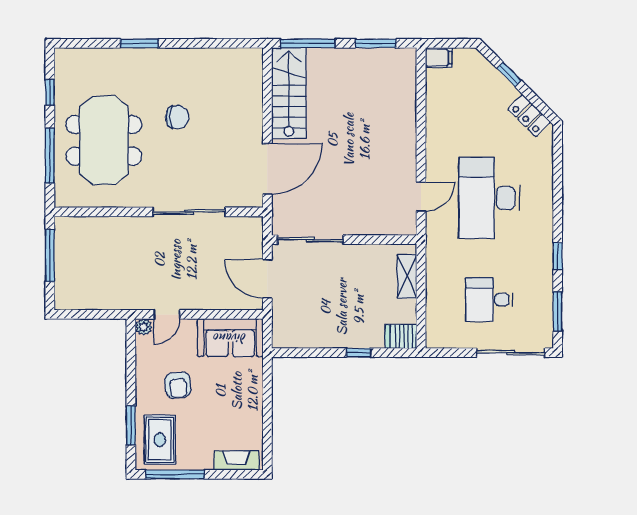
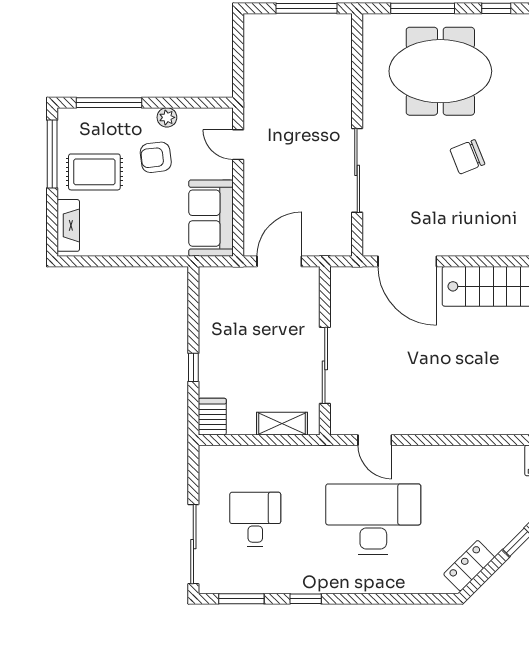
chair: (177, 117) -> (467, 157), turned 68
sliding door: (310, 240) -> (325, 365), moved
plant: (144, 327) -> (167, 117), moved
window: (131, 425) -> (109, 103), width x1.44
rug: (160, 440) -> (94, 172), moved

